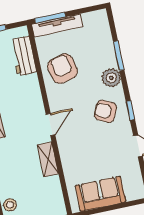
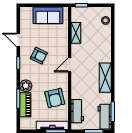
piano: (106, 48) -> (25, 105), added
armchair: (105, 111) -> (39, 56), moved
shelving: (48, 159) -> (76, 33), moved

